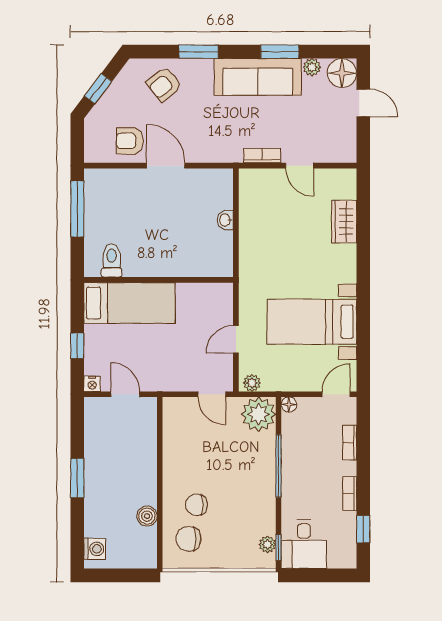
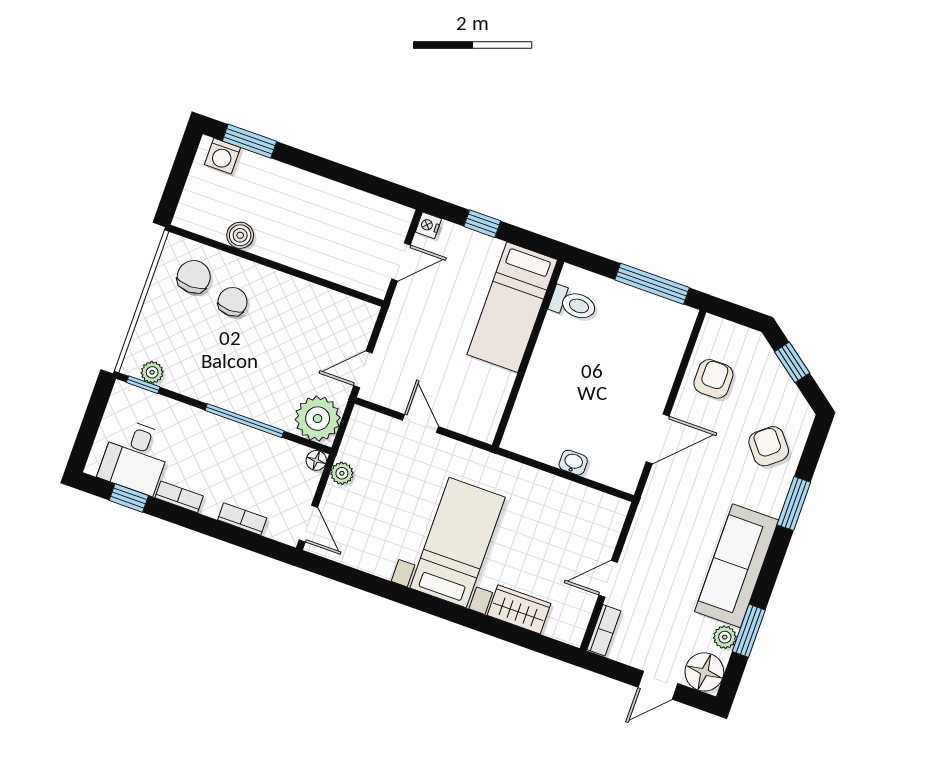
window: (280, 52) -> (749, 631), moved
bookcase: (262, 156) -> (604, 630), moved
door: (166, 166) -> (658, 439), moved
bed with nightstands: (312, 322) -> (458, 543), moved
plant: (252, 383) -> (342, 473), moved
window: (77, 478) -> (249, 141), moved
desk: (304, 544) -> (135, 457), moved, turned -90

